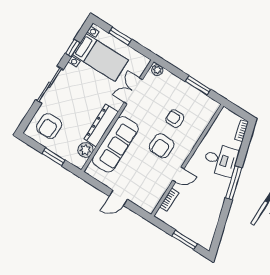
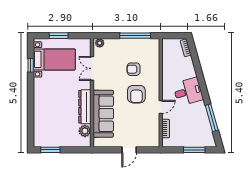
sliding door: (49, 85) -> (31, 101), removed
window: (198, 85) -> (135, 36), width x1.44
armchair: (49, 126) -> (49, 130), removed
window: (54, 157) -> (50, 150), moved
desk: (221, 160) -> (188, 92), moved
window: (234, 183) -> (212, 118), moved

